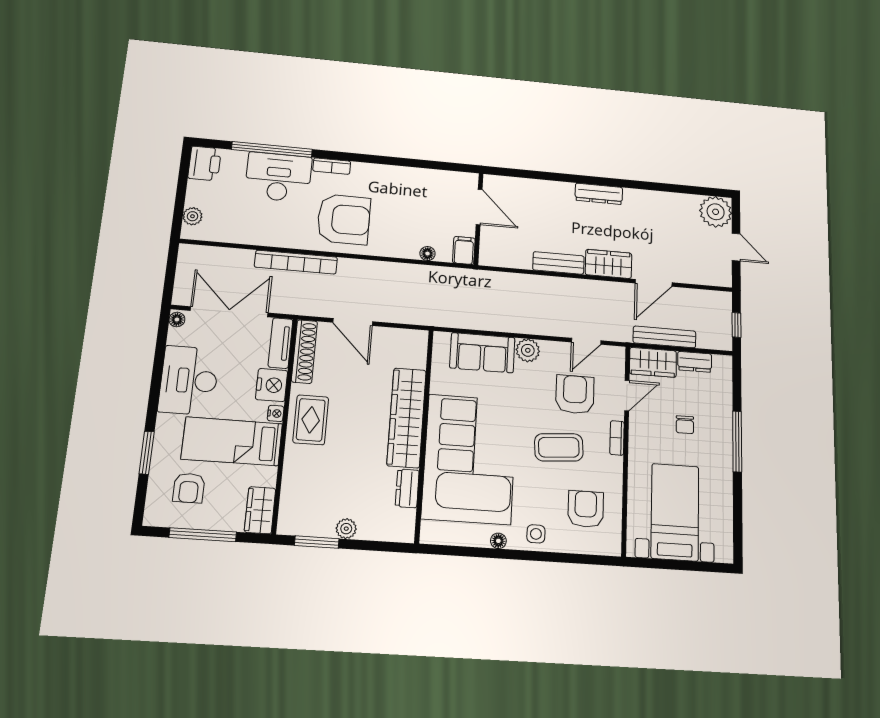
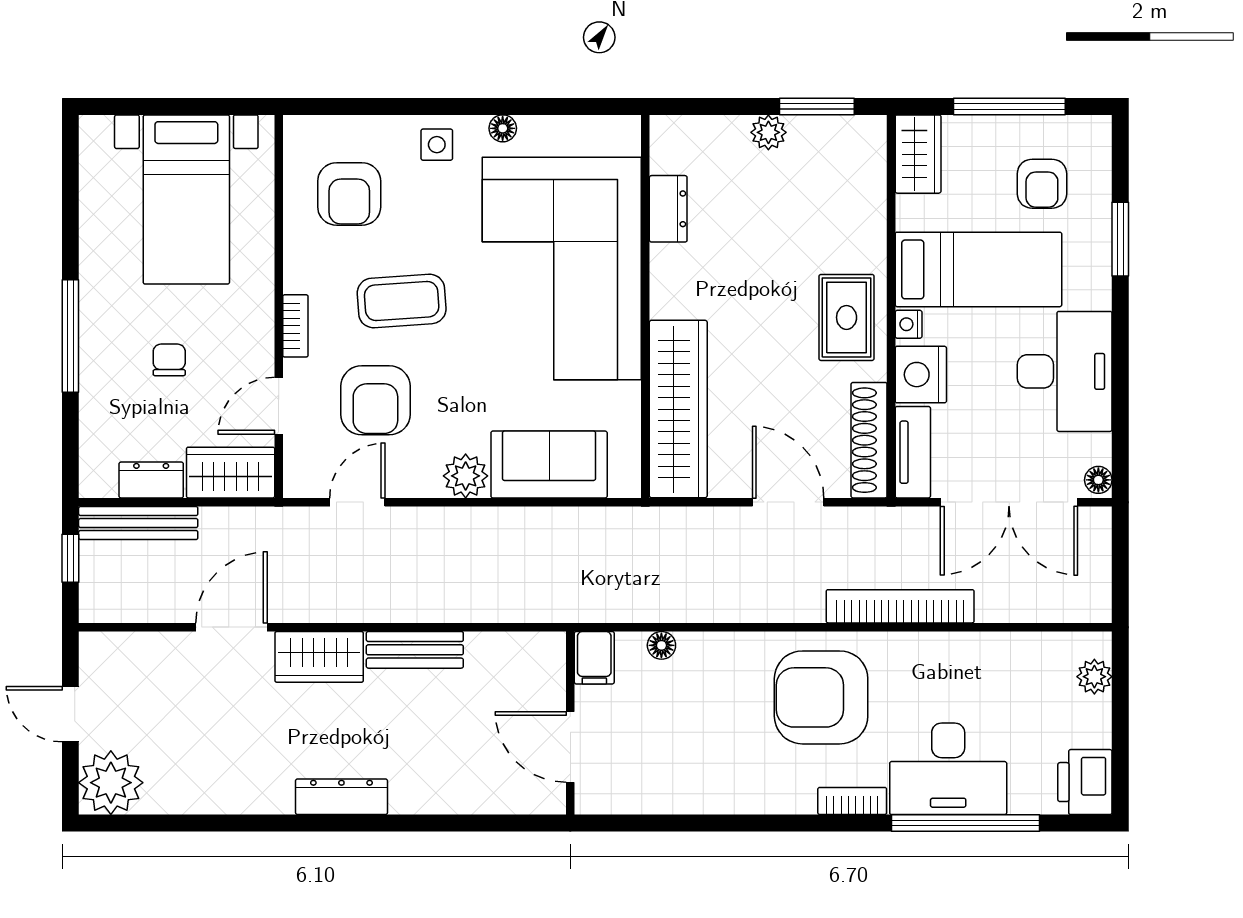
bench: (664, 337) -> (138, 523), moved
wardrobe: (407, 418) -> (678, 409), moved
armchair: (189, 488) -> (1042, 184), turned 180

